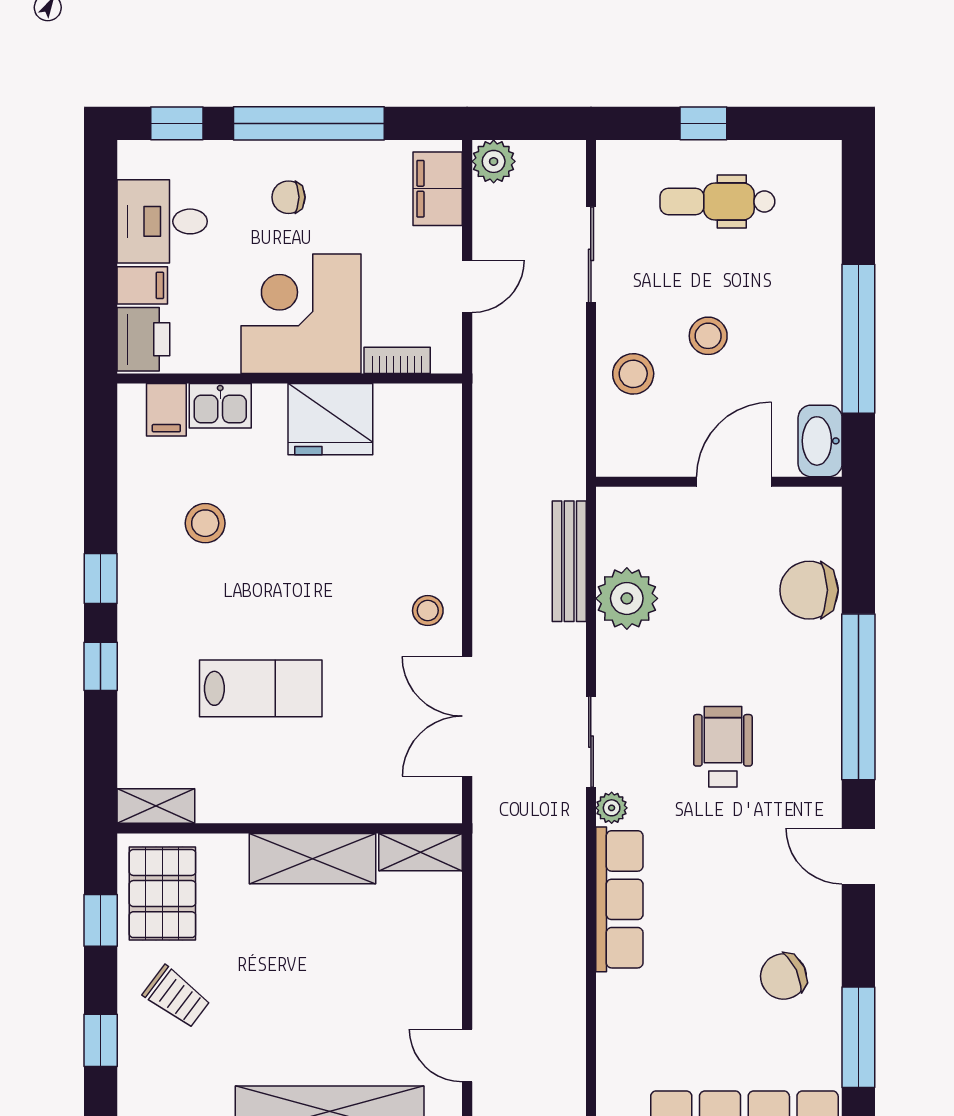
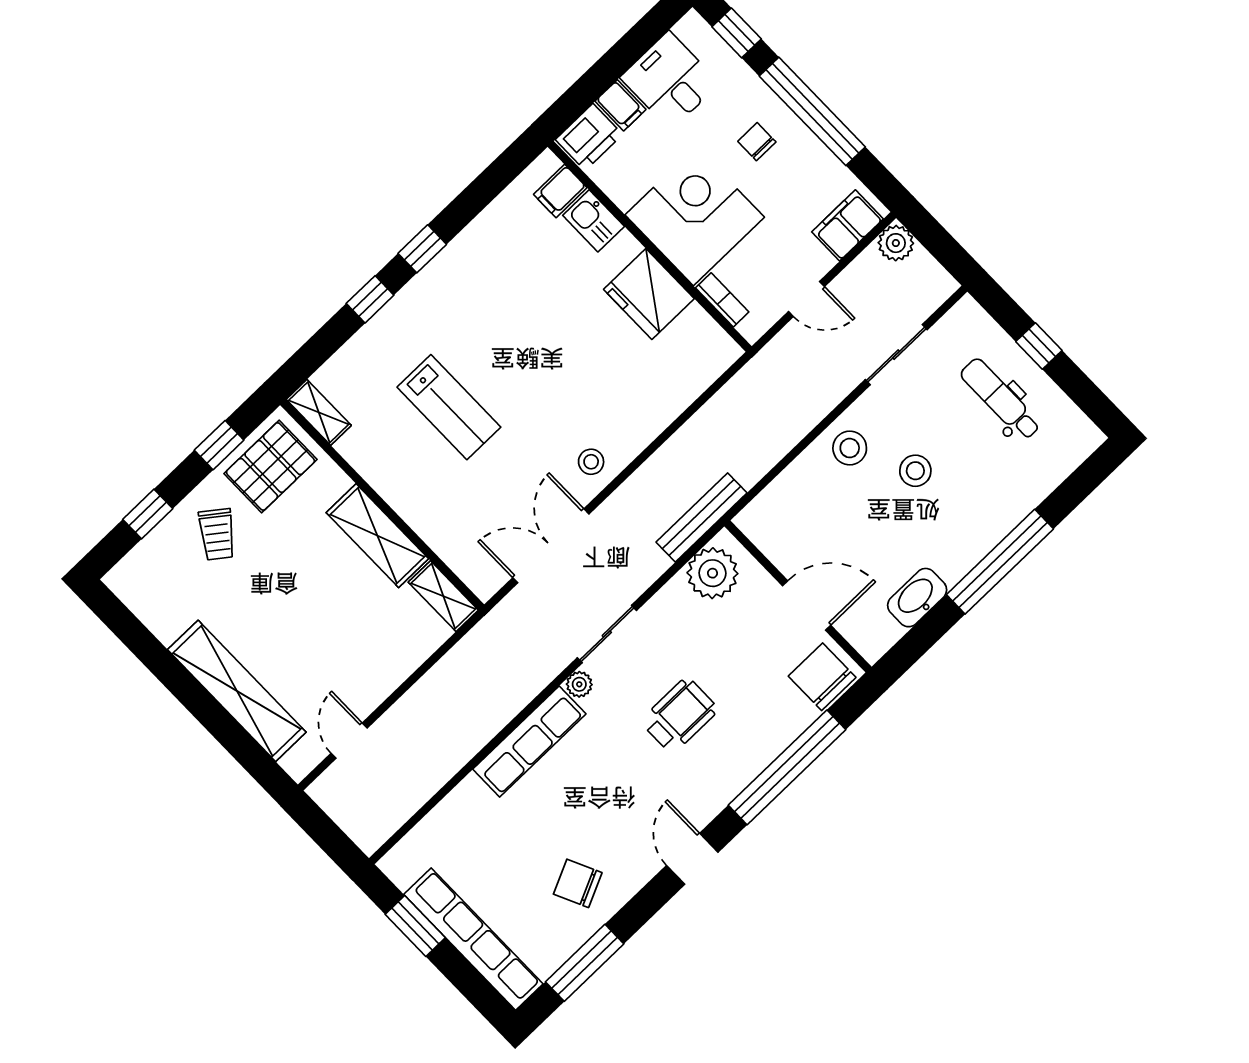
wall: (719, 482) -> (798, 596), moved
door: (734, 482) -> (807, 605), moved
stool: (205, 523) -> (515, 279), removed

